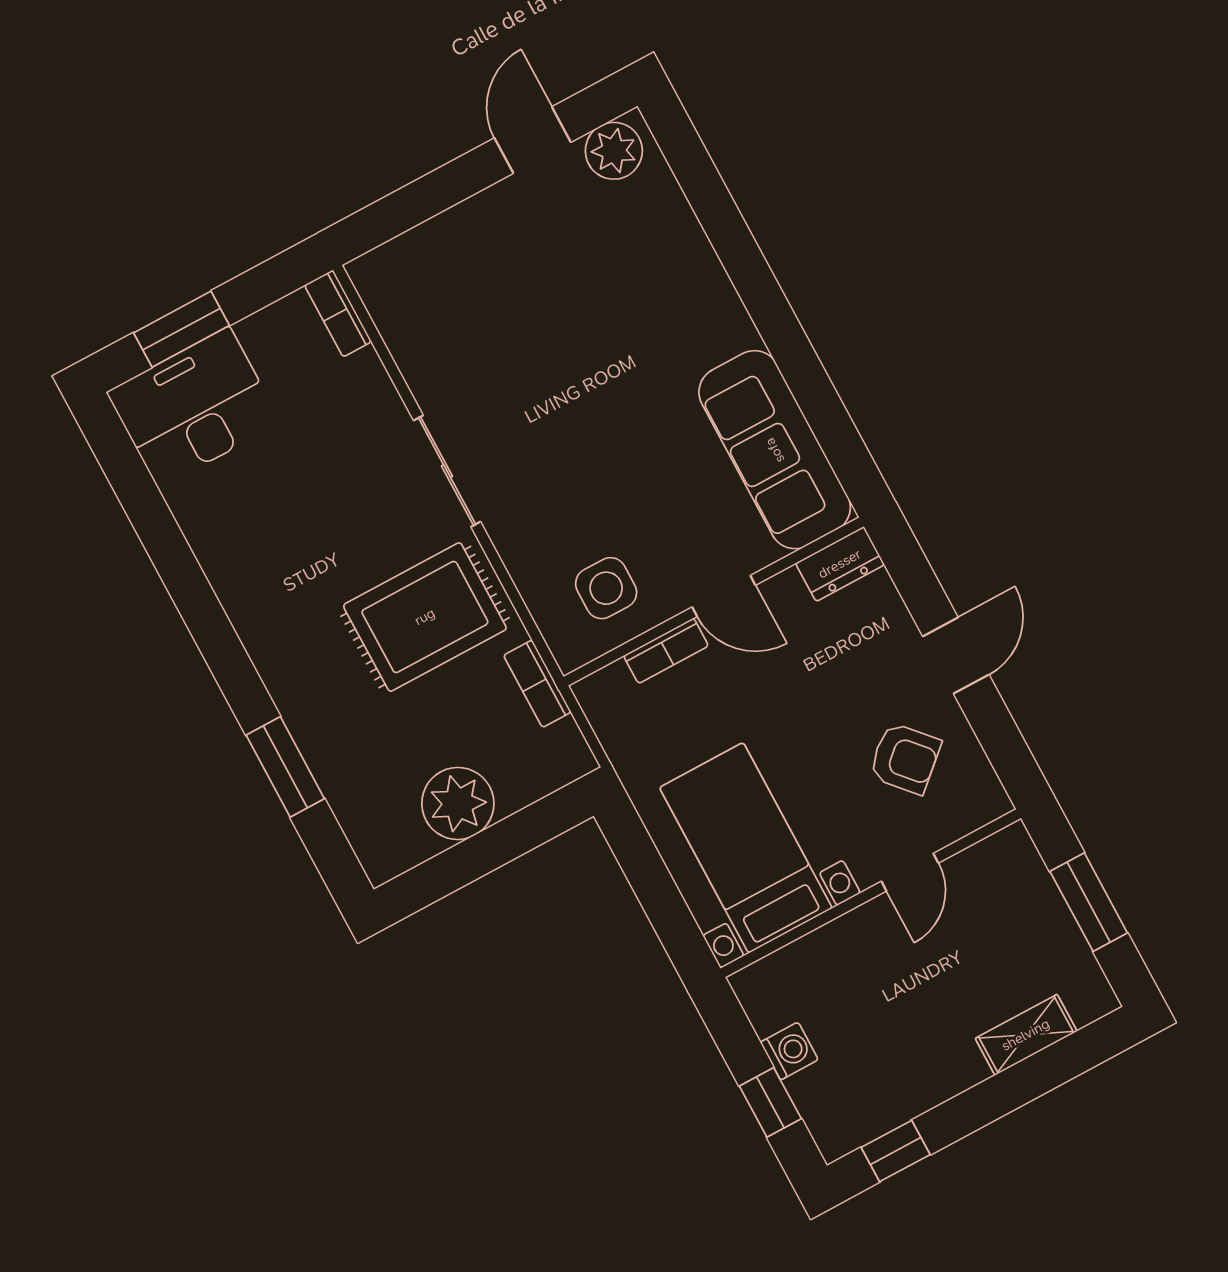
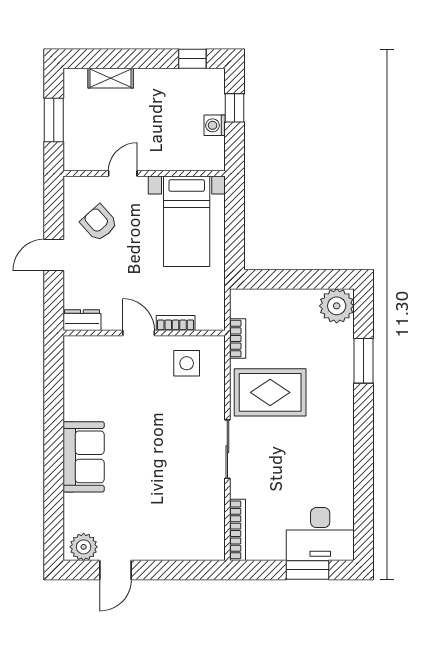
bookcase: (338, 313) -> (238, 530), width x1.56
sofa: (775, 450) -> (84, 457), moved, width x0.73
plant: (458, 803) -> (337, 306), moved

